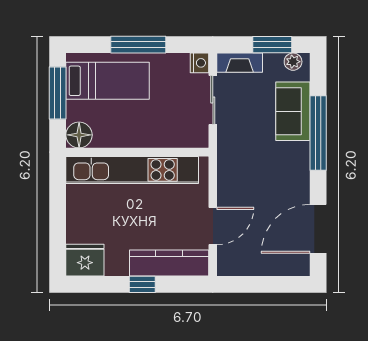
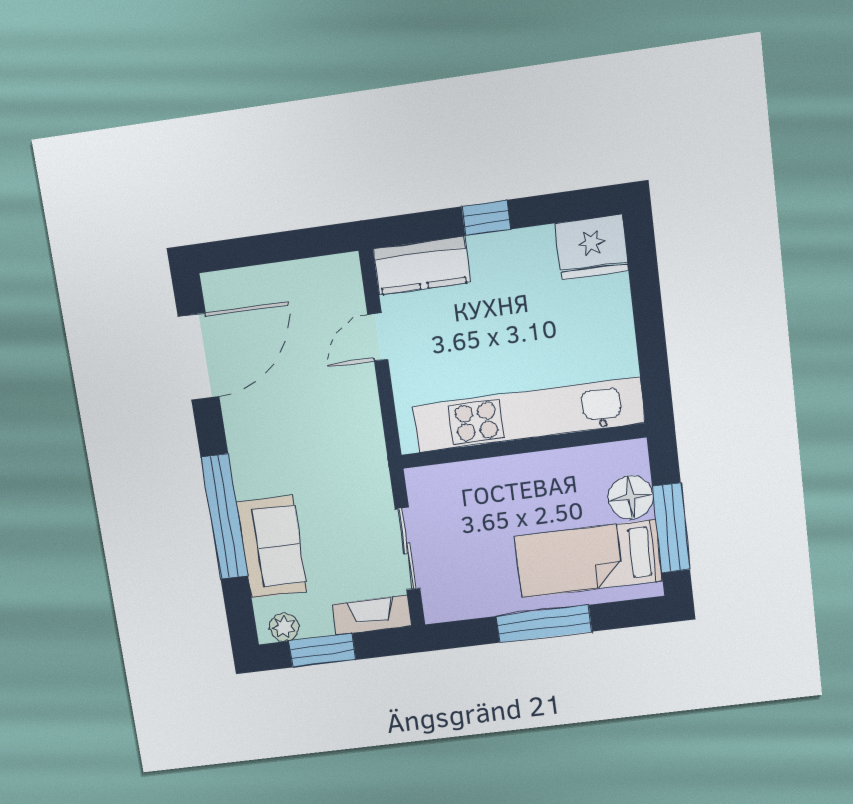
nightstand: (199, 63) -> (438, 607), removed
floor lamp: (79, 135) -> (631, 497), moved
door: (213, 226) -> (378, 337), width x0.73
kitchen counter: (169, 263) -> (421, 266), width x0.67

